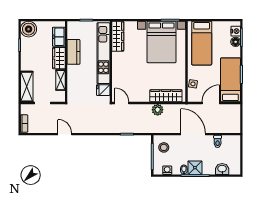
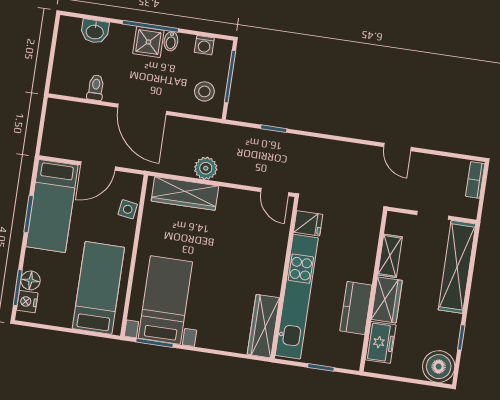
bed with nightstands: (161, 42) -> (165, 300), width x0.73
shelving: (27, 87) -> (457, 267), width x1.47

